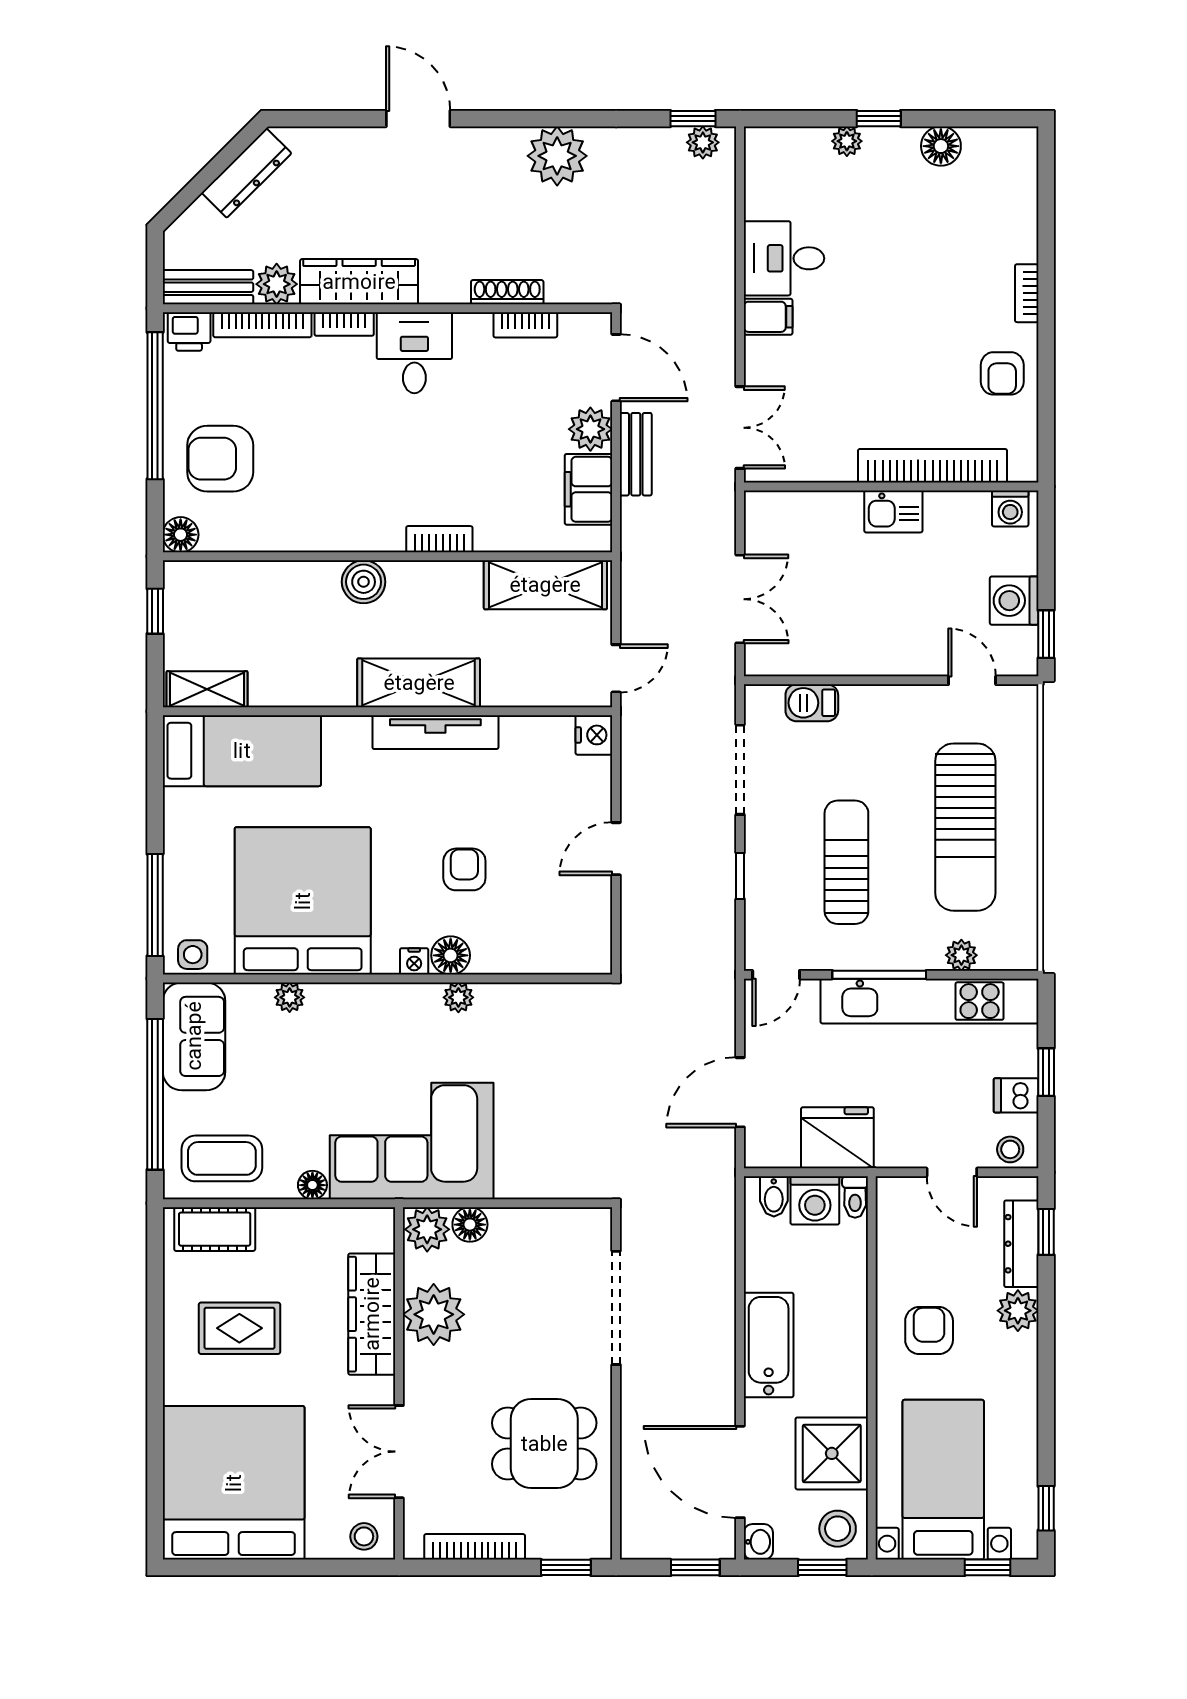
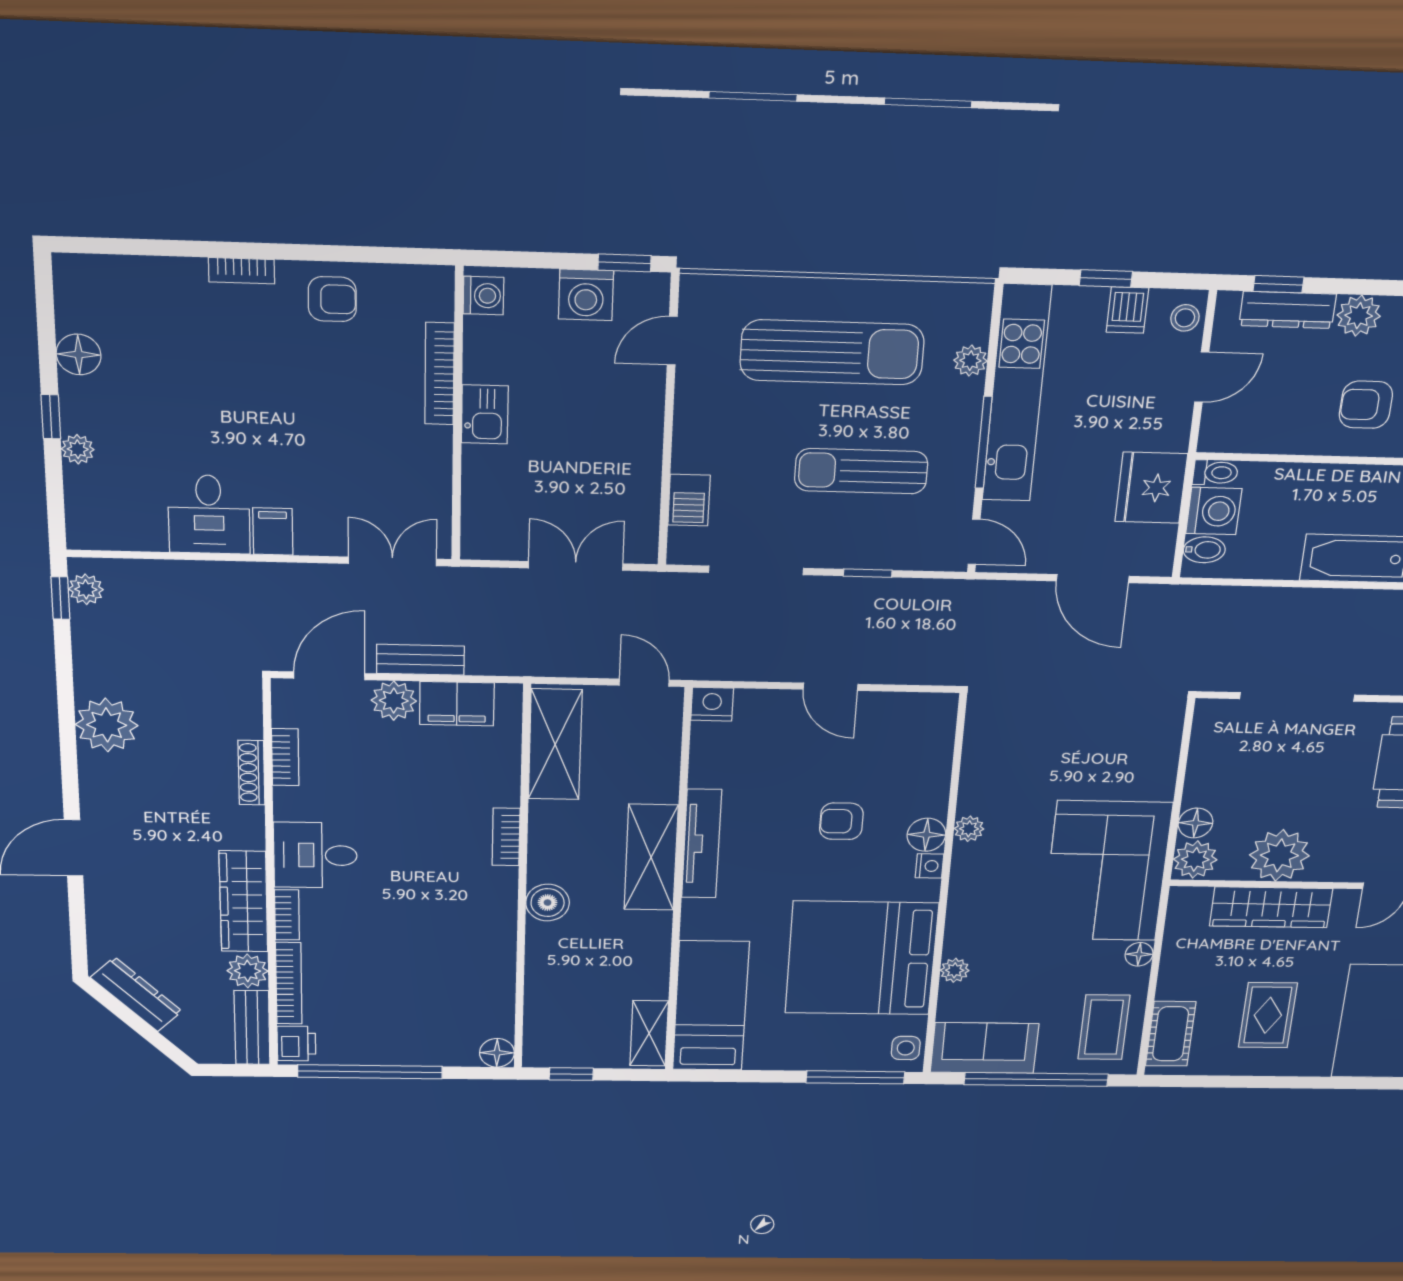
armchair: (220, 459) -> (422, 1020), removed
bookcase: (933, 466) -> (440, 374), width x0.68, depth x0.76

